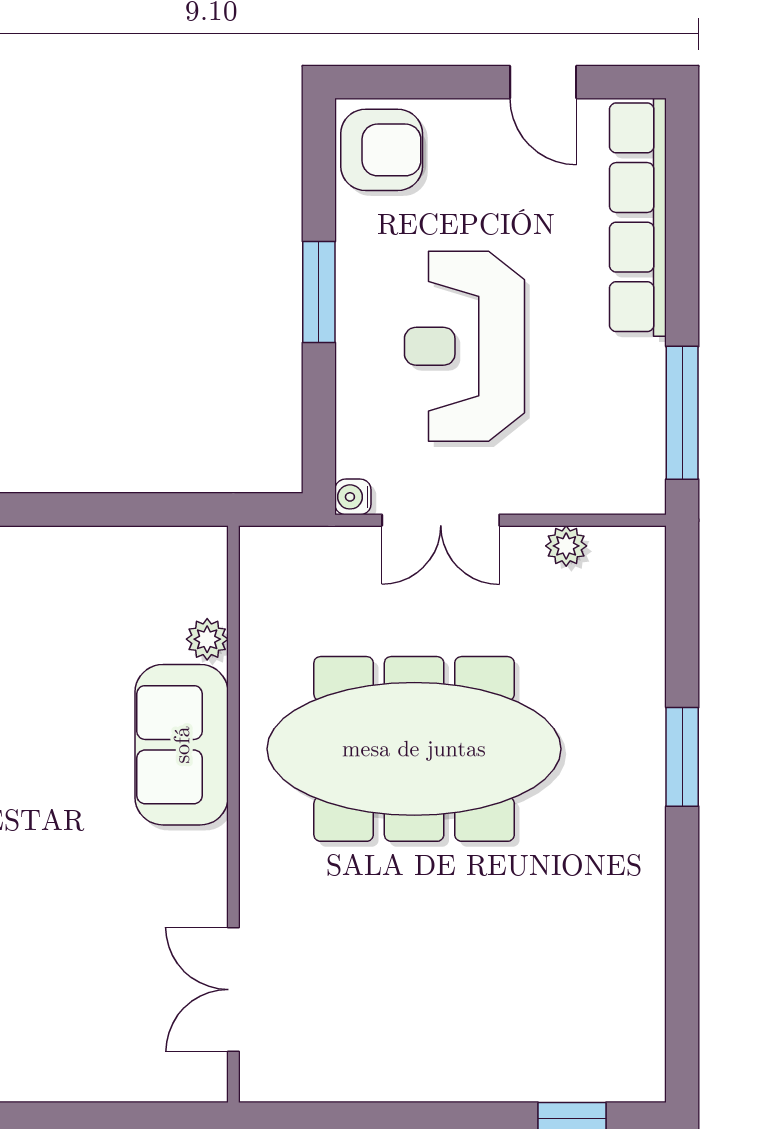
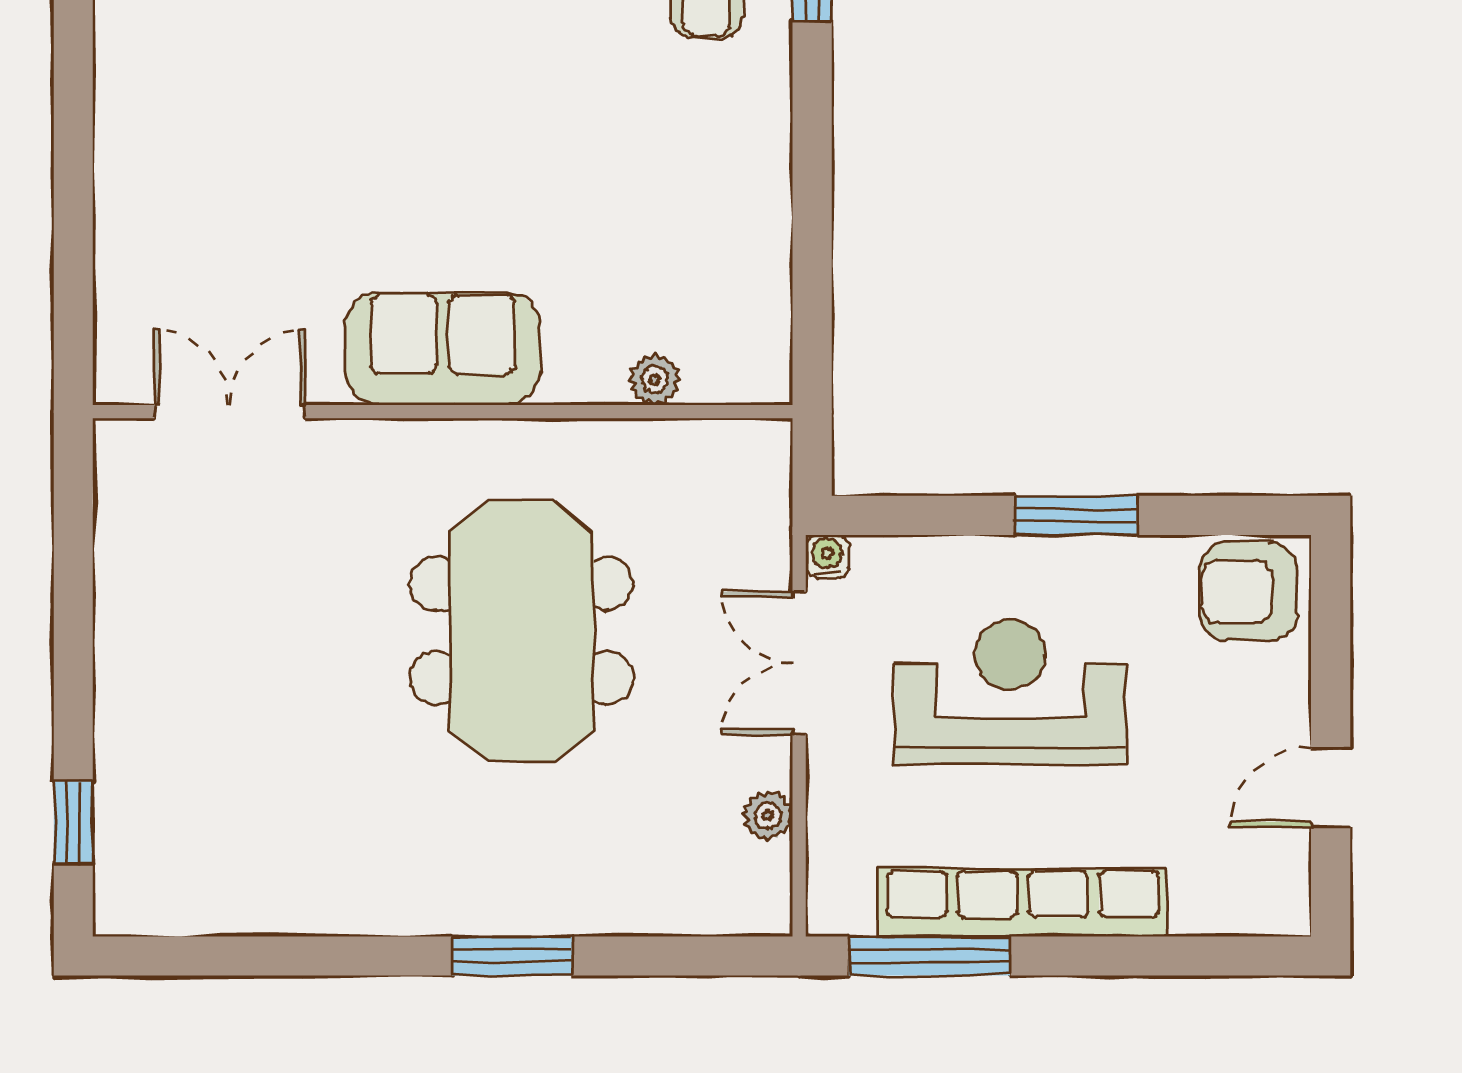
armchair: (382, 150) -> (1248, 591), turned 90
row of seats: (638, 217) -> (1023, 902), moved
sofa: (182, 745) -> (443, 349), moved
meeting table: (414, 749) -> (522, 631), width x0.73

